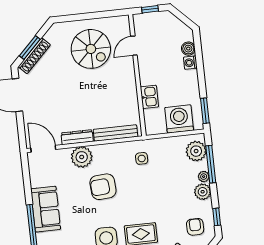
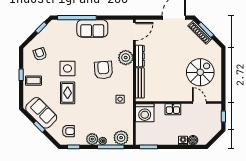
spiral stairs: (91, 49) -> (200, 72), turned 180
kitchen sink: (149, 97) -> (173, 109), moved
washing machine: (179, 119) -> (145, 113), moved, turned 90

